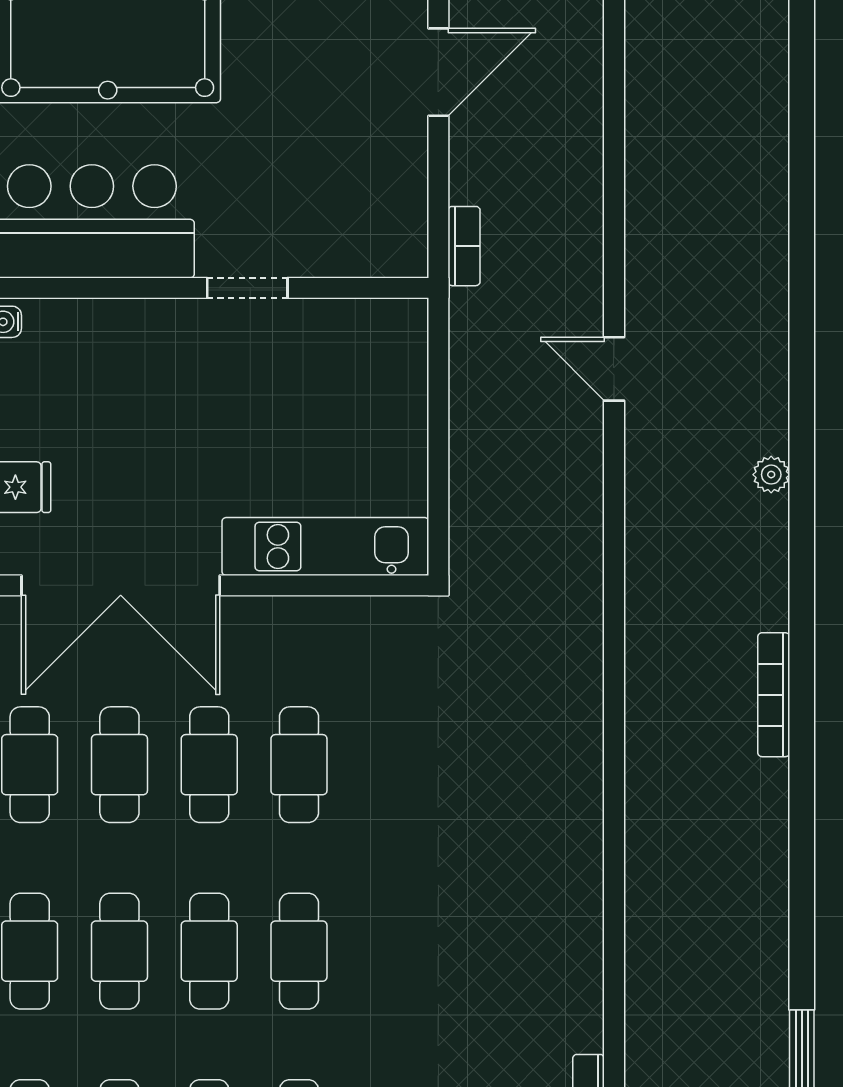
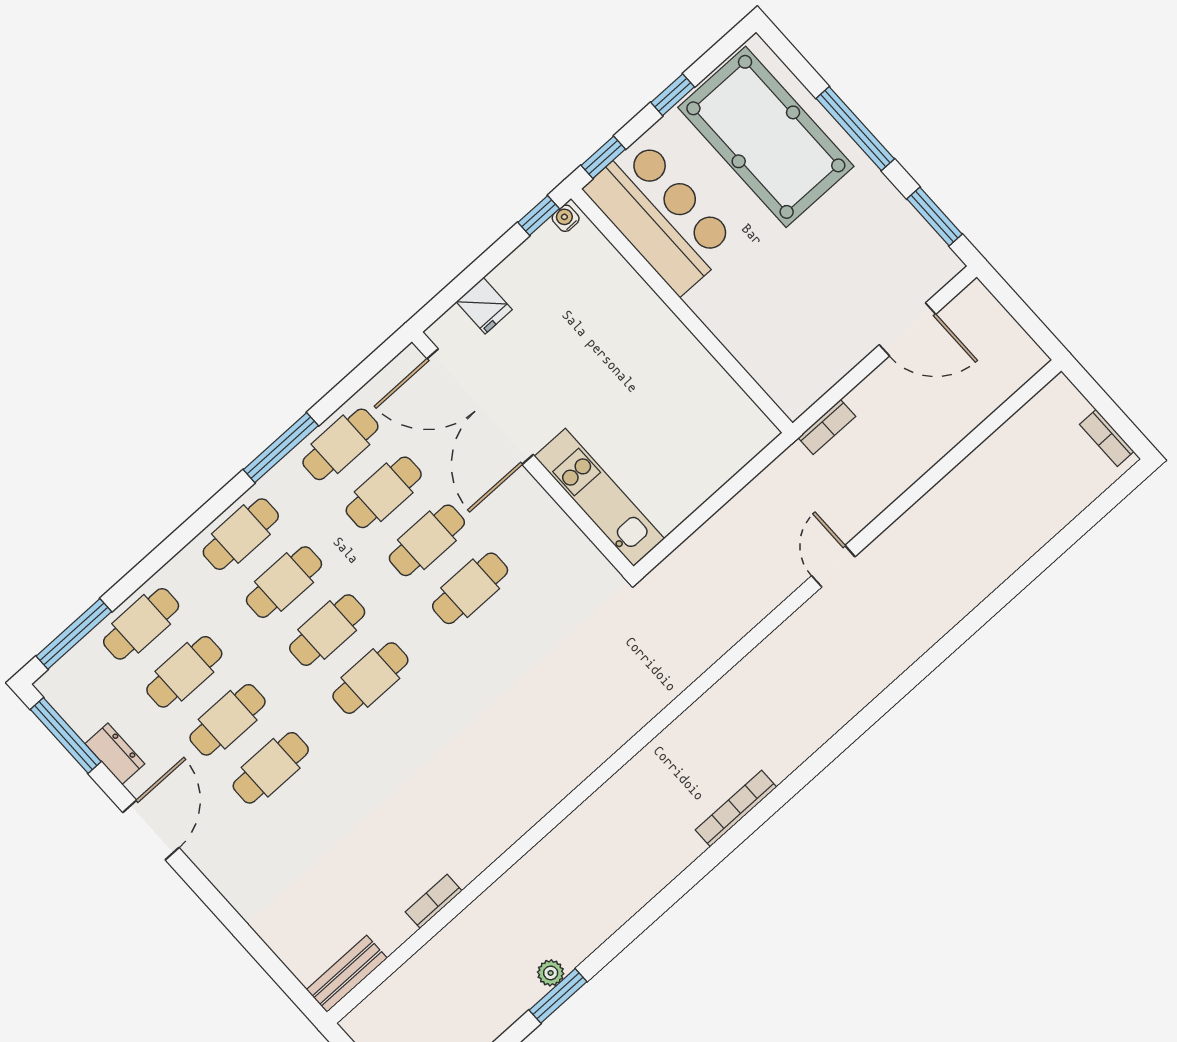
doorway: (247, 288) -> (700, 331), removed
plant: (771, 475) -> (551, 973), moved

